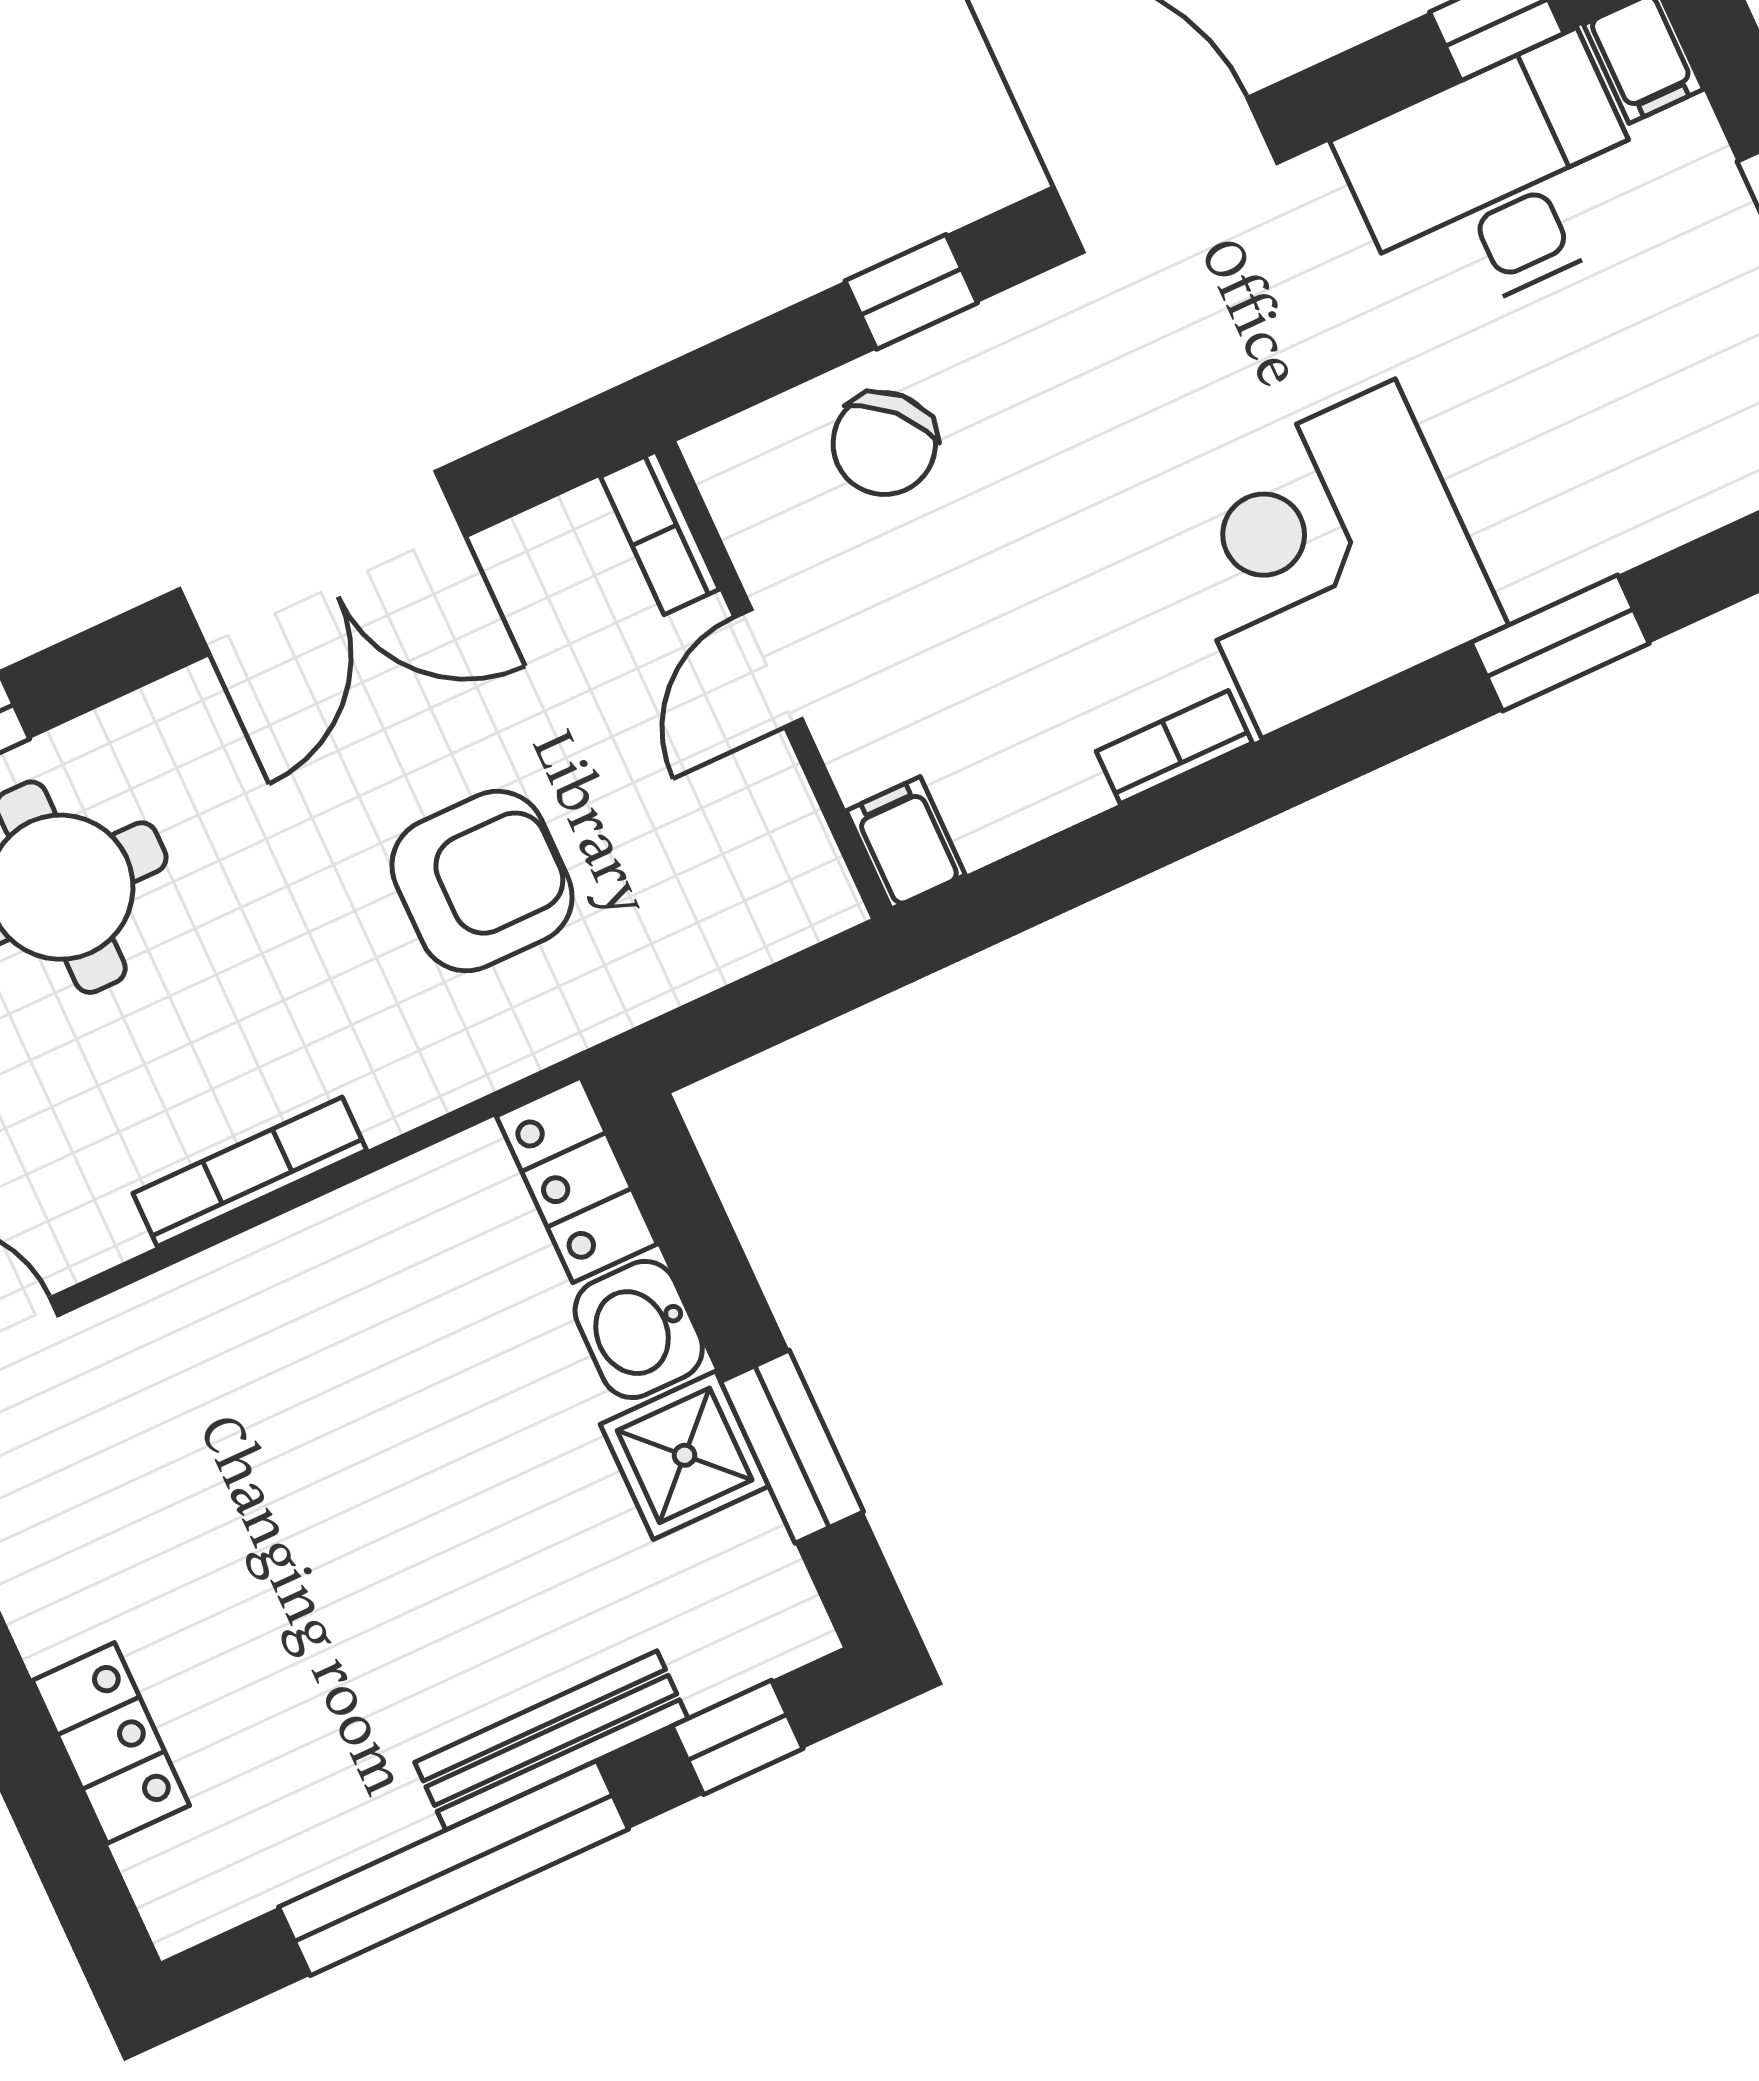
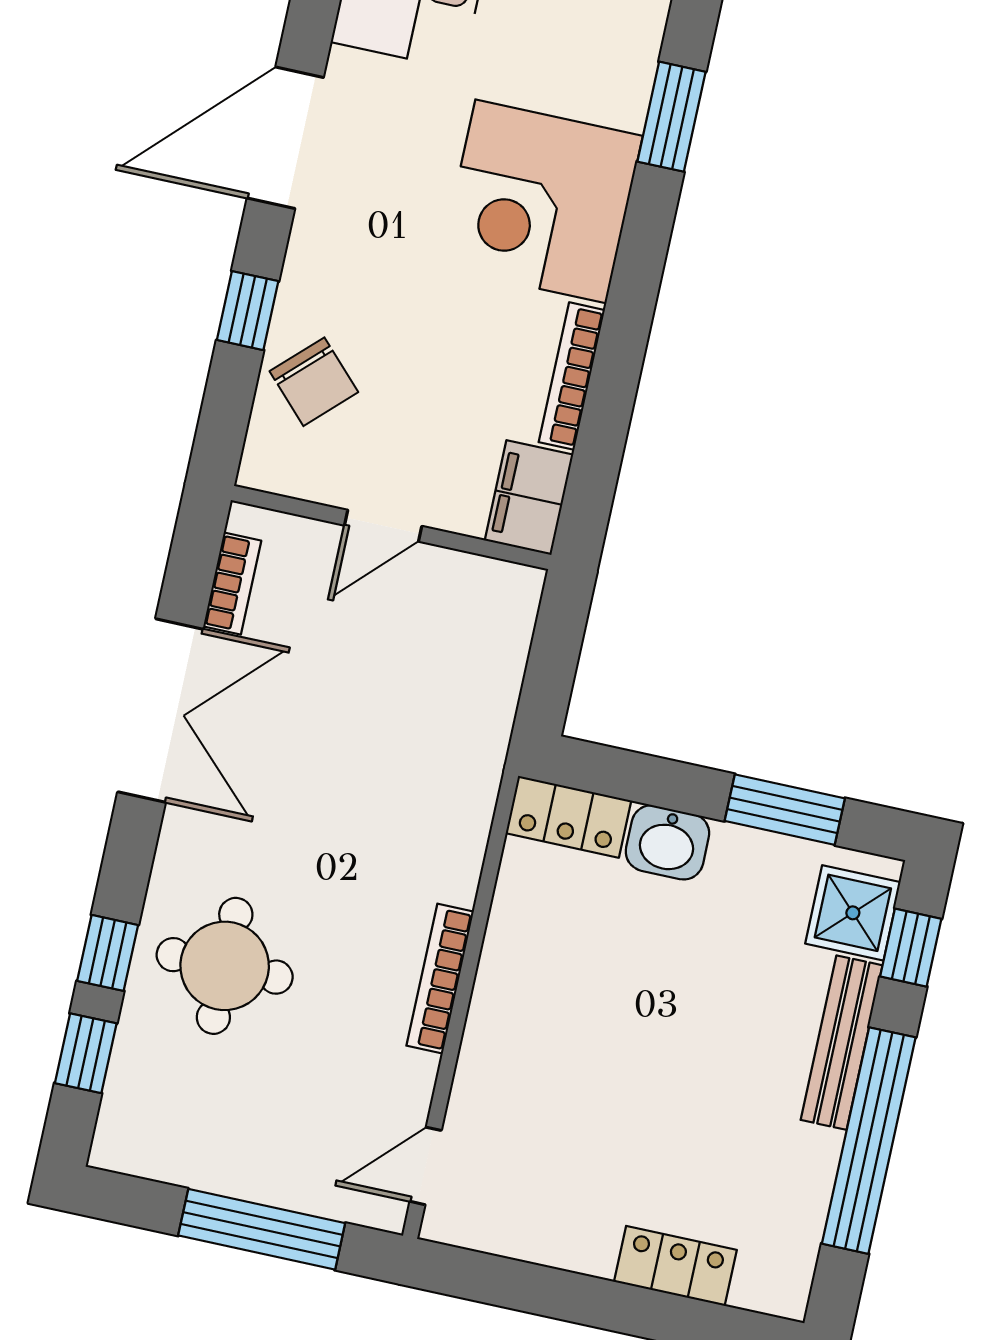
bookcase: (660, 533) -> (232, 584), moved, turned -90
door: (768, 668) -> (383, 526), hinge flipped
bookcase: (1174, 747) -> (572, 376), width x1.56
filing cabinet: (906, 843) -> (529, 498), width x2.00
armchair: (482, 881) -> (382, 751), removed
shower: (685, 1455) -> (853, 913), moved

